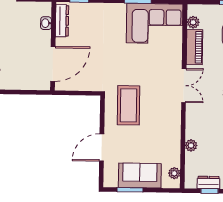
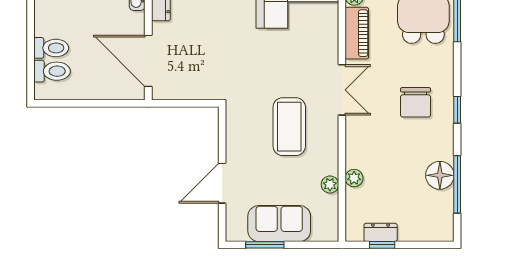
door: (53, 64) -> (148, 61), swing flipped
coffee table: (128, 105) -> (289, 127), moved
plant: (174, 173) -> (330, 185), moved

